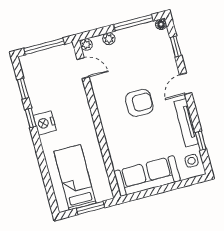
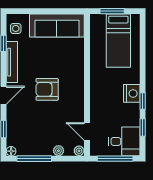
desk: (39, 68) -> (124, 141), added

